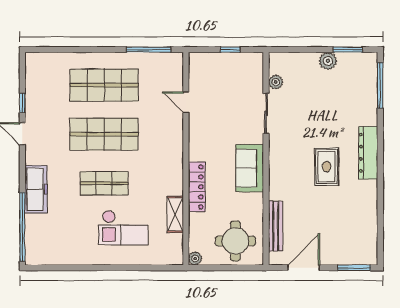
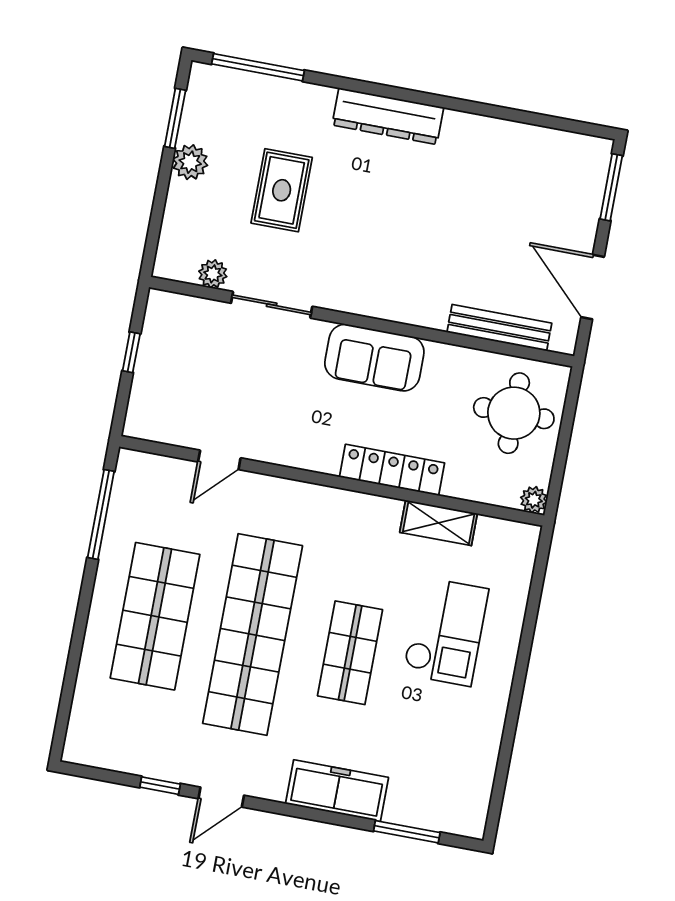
shop shelf: (104, 134) -> (253, 635), width x1.40
rug: (327, 167) -> (282, 190), moved, turned 90
window: (22, 227) -> (407, 832), width x0.47

